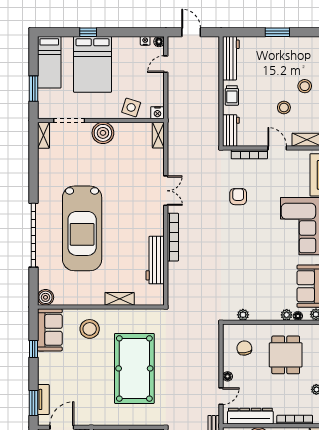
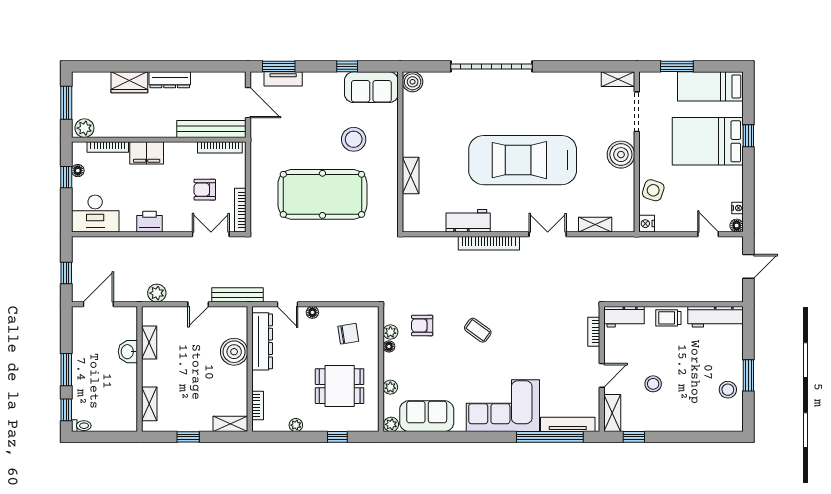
stool: (305, 86) -> (728, 390), moved
shelving: (158, 135) -> (595, 225), moved
bookcase: (249, 154) -> (594, 332), width x0.64
double door: (166, 191) -> (548, 234), swing flipped
armchair: (238, 197) -> (422, 325), moved, turned 180
car: (82, 228) -> (523, 160), moved
coffee table: (242, 246) -> (478, 330), added
workbench: (155, 260) -> (468, 221), width x0.73
floor lamp: (298, 316) -> (389, 346), moved
stool: (90, 329) -> (354, 139), moved
bookcase: (295, 420) -> (258, 406), width x0.64

